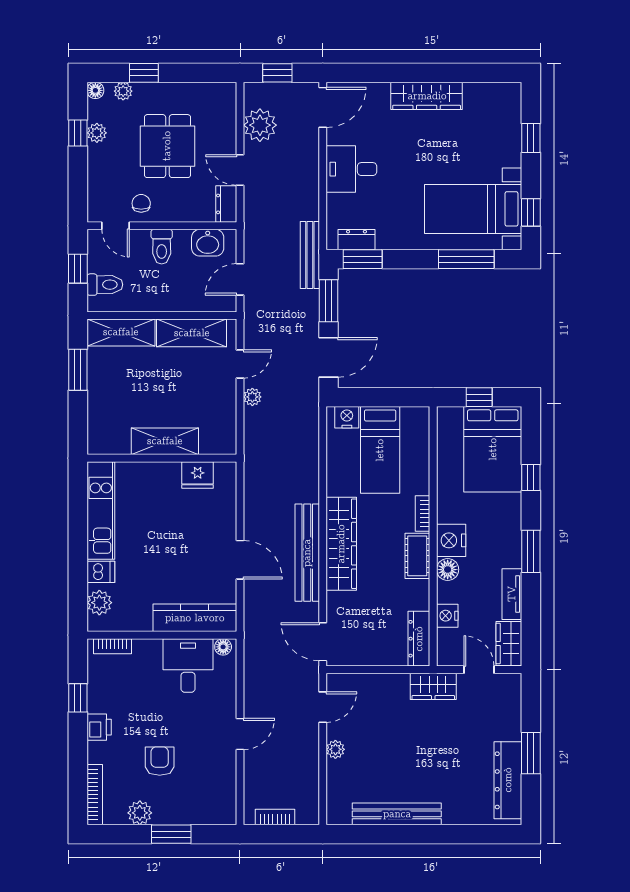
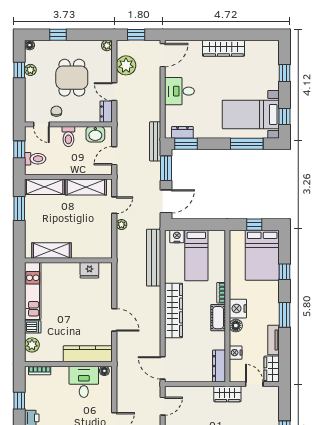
plant: (123, 91) -> (107, 45), moved
shelving: (165, 441) -> (51, 250), moved
bench: (307, 553) -> (154, 258), moved

